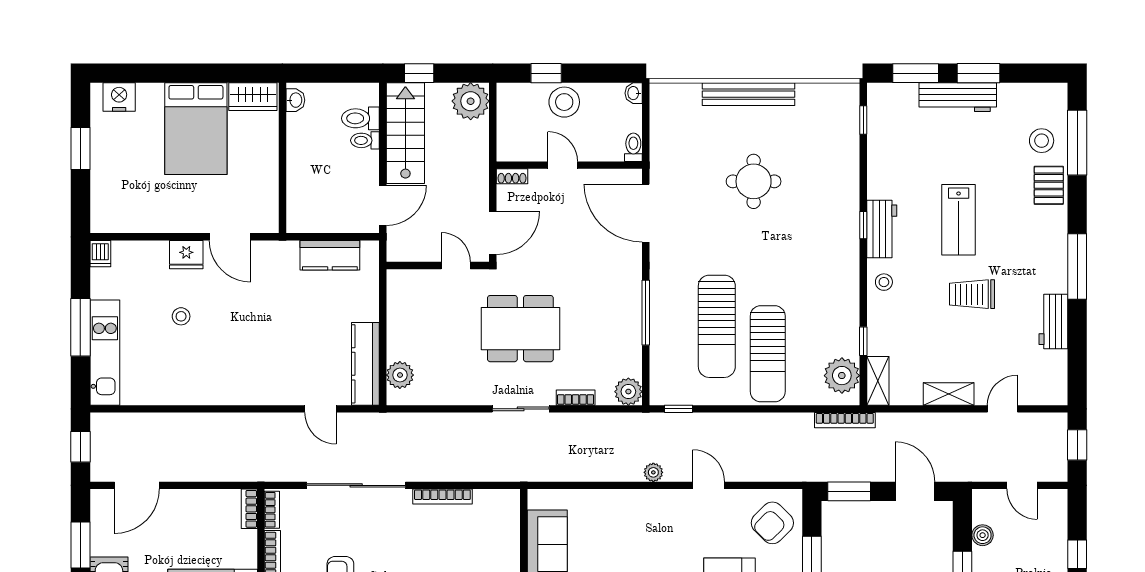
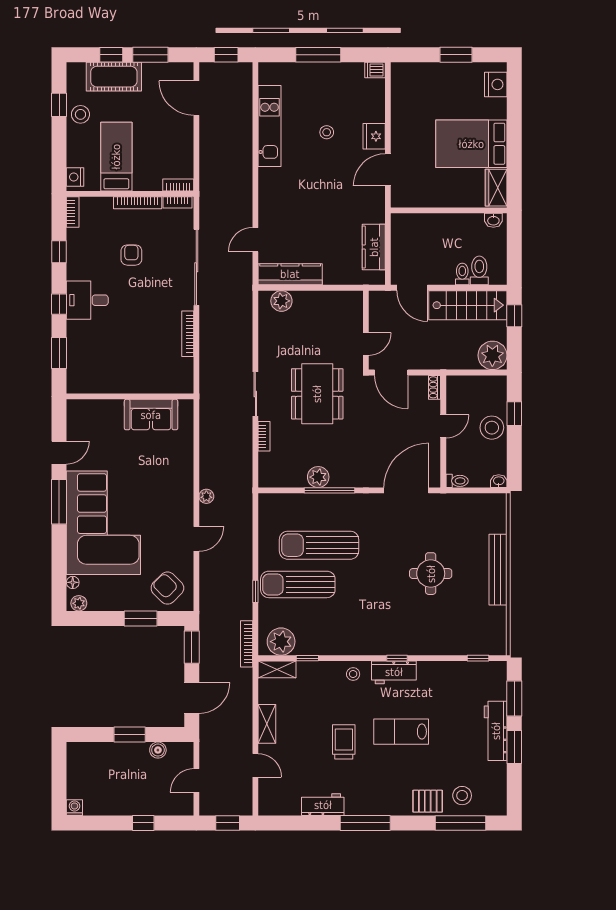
kitchen unit: (105, 353) -> (270, 126), moved, turned -90
plant: (628, 392) -> (318, 477), moved
window: (678, 409) -> (255, 591), moved

